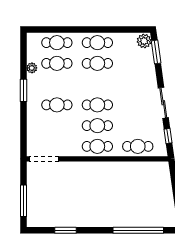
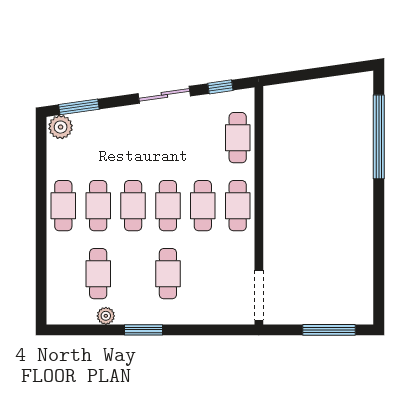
cafe table: (57, 43) -> (133, 206), moved
window: (66, 230) -> (379, 259), removed

